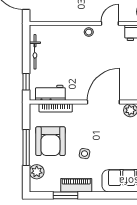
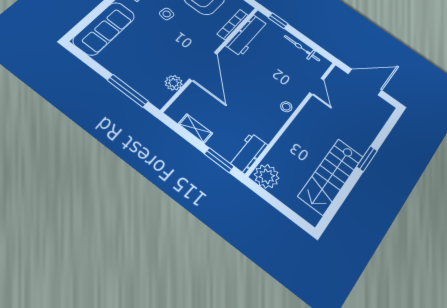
door: (110, 23) -> (317, 86), moved
workbench: (50, 93) -> (247, 35), width x1.38

